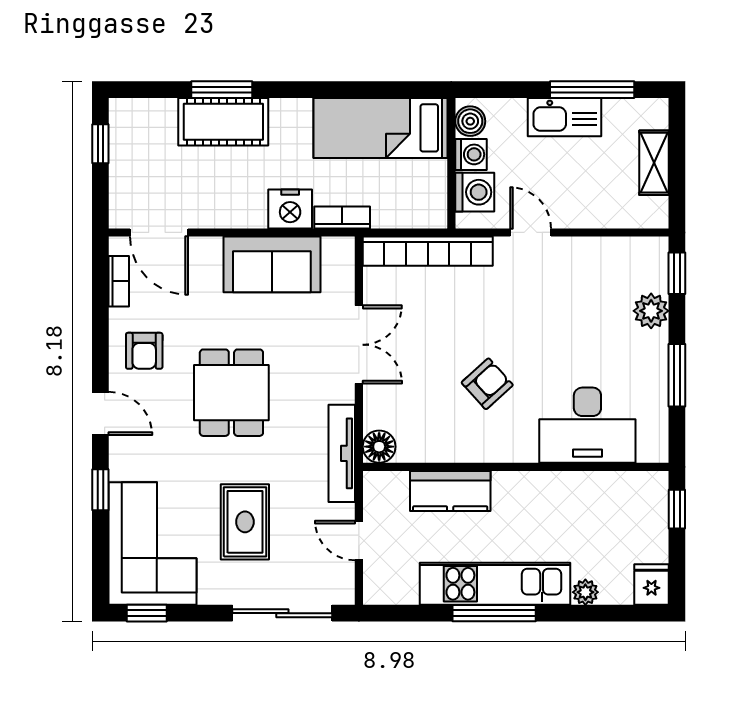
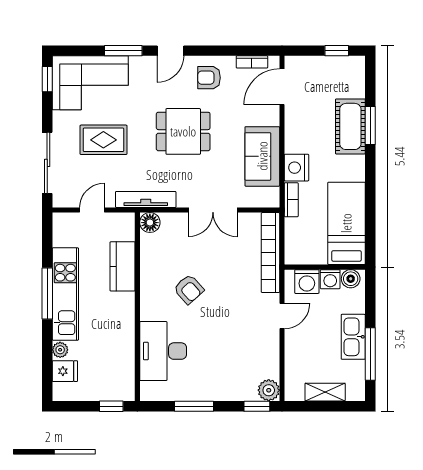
plant: (651, 311) -> (269, 390), moved
window: (100, 490) -> (123, 51), width x1.50
fridge: (651, 585) -> (65, 371), moved

